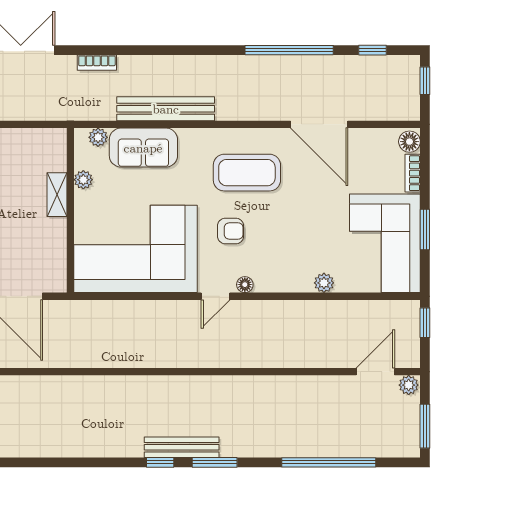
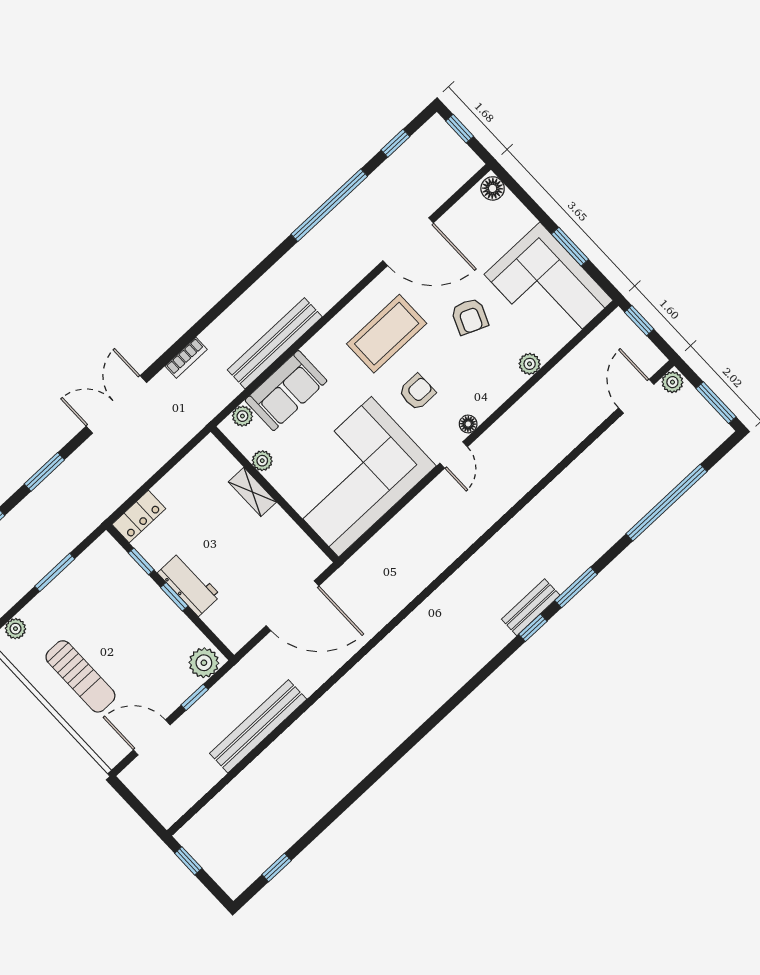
bookcase: (413, 173) -> (518, 211), removed
armchair: (314, 213) -> (470, 316), added
bench: (182, 447) -> (531, 607), width x0.73

